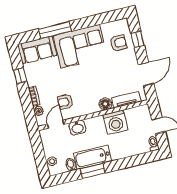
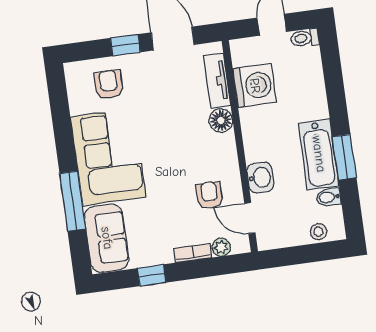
window: (138, 39) -> (125, 45), moved
armchair: (65, 102) -> (209, 195), turned 180
washing machine: (115, 122) -> (255, 86), moved

